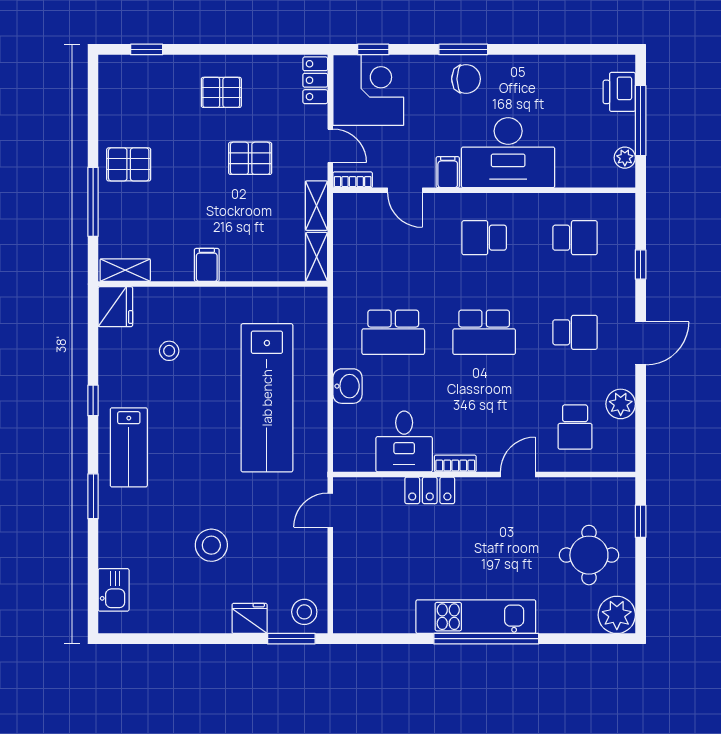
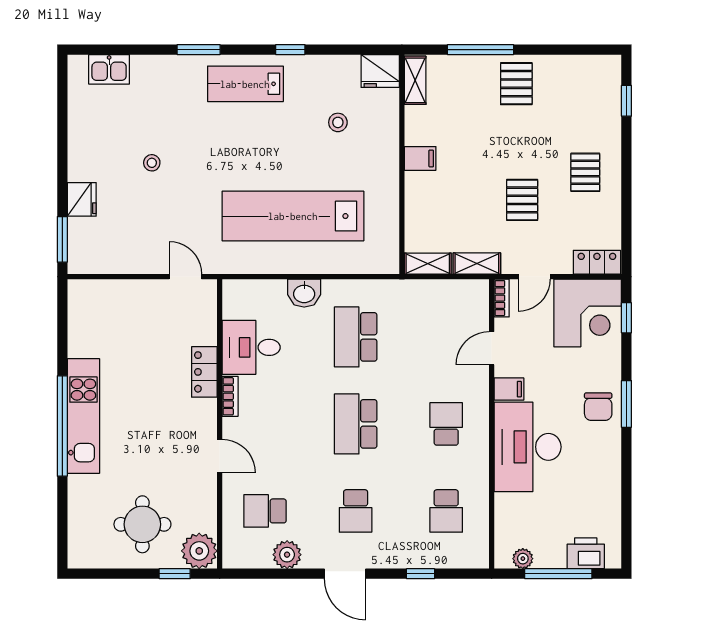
stool: (211, 545) -> (152, 163), width x0.53, depth x0.53
stool: (304, 612) -> (88, 252), removed
plant: (617, 615) -> (199, 551), moved

